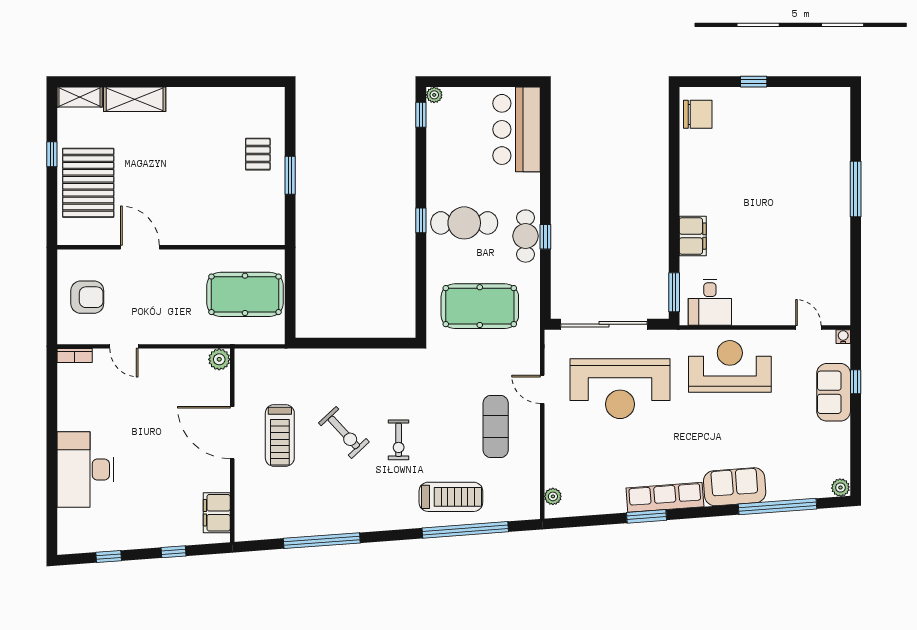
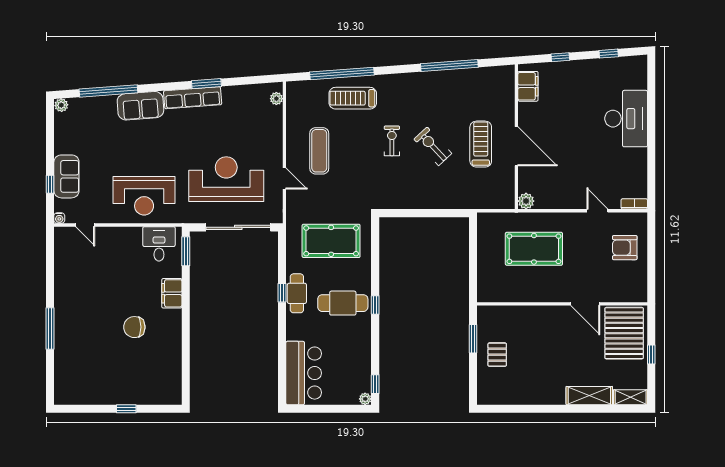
chair: (698, 114) -> (134, 327), moved
door: (140, 247) -> (585, 304), moved
wall: (171, 247) -> (562, 304), moved
pool table: (245, 294) -> (534, 249), moved

